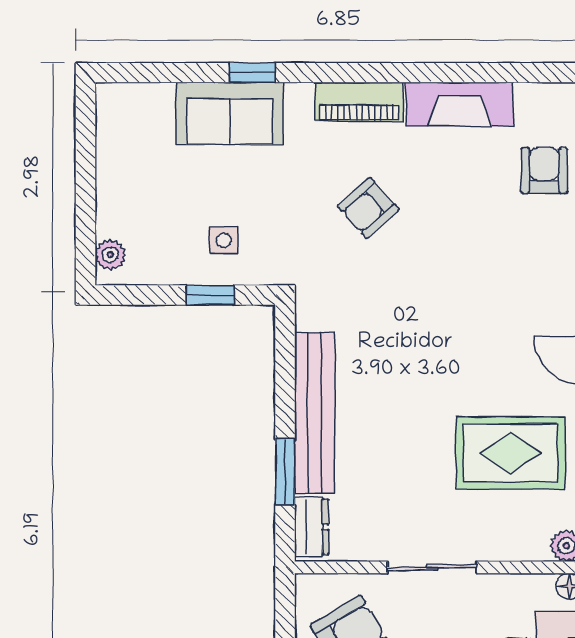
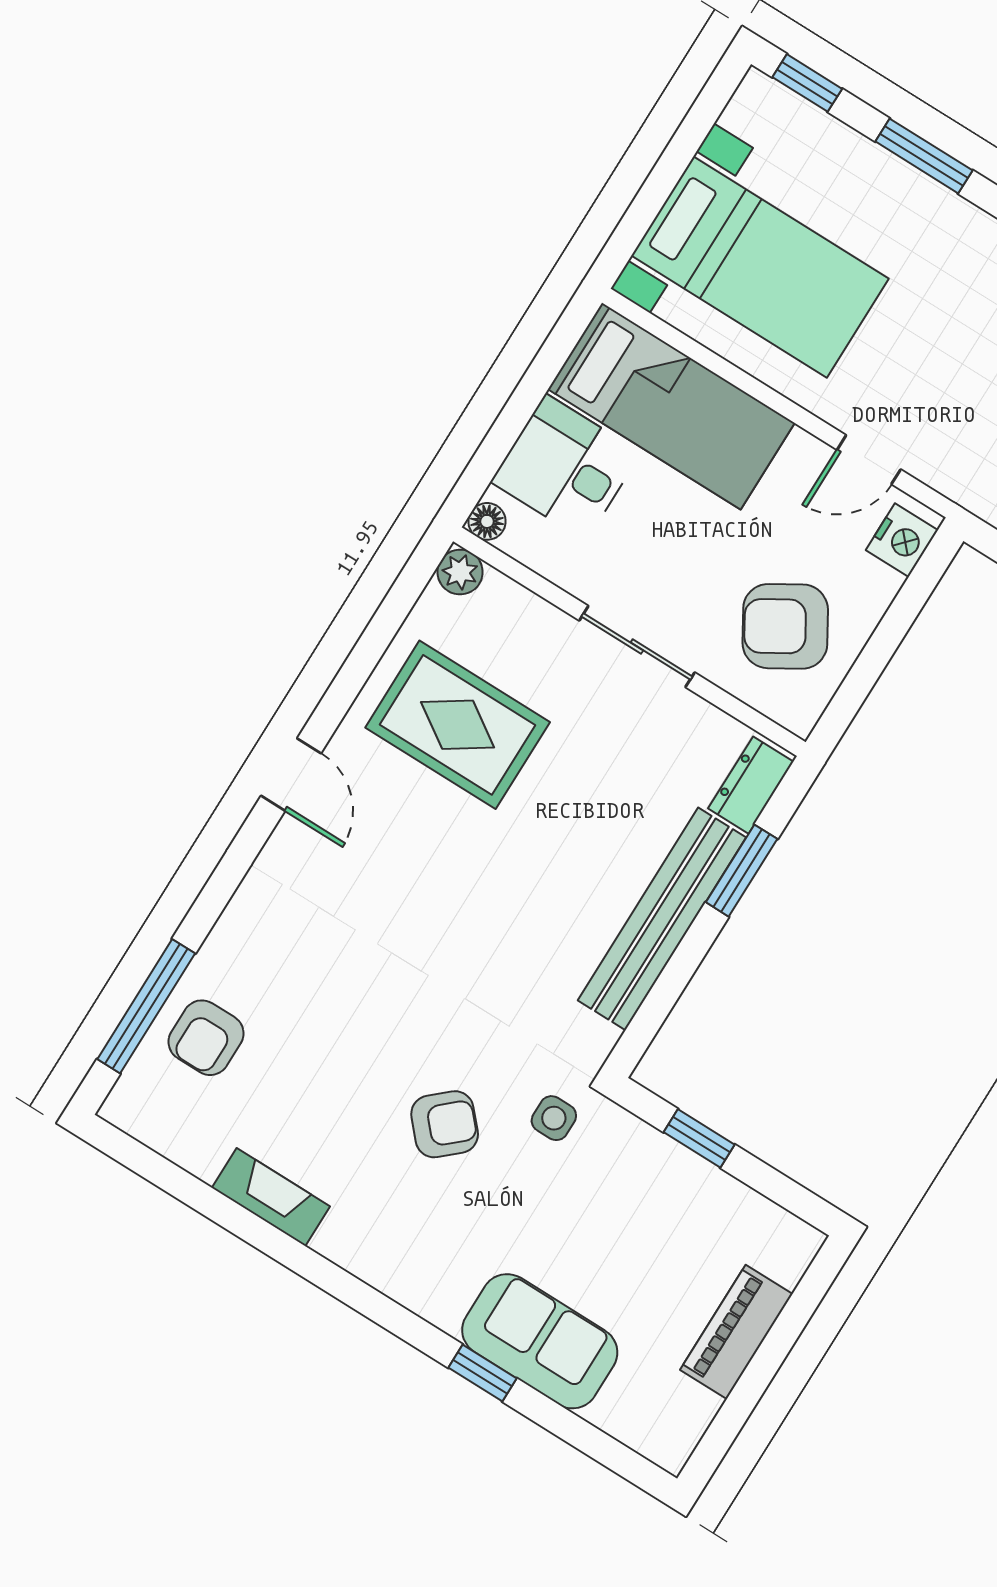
piano: (359, 102) -> (736, 1332), moved, turned -90
fireplace: (460, 104) -> (271, 1197), width x0.73, depth x0.76
side table: (224, 240) -> (554, 1118), moved
plant: (110, 255) -> (788, 1261), removed

